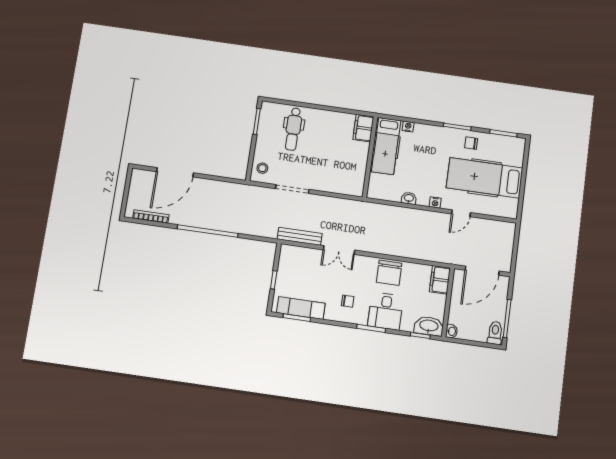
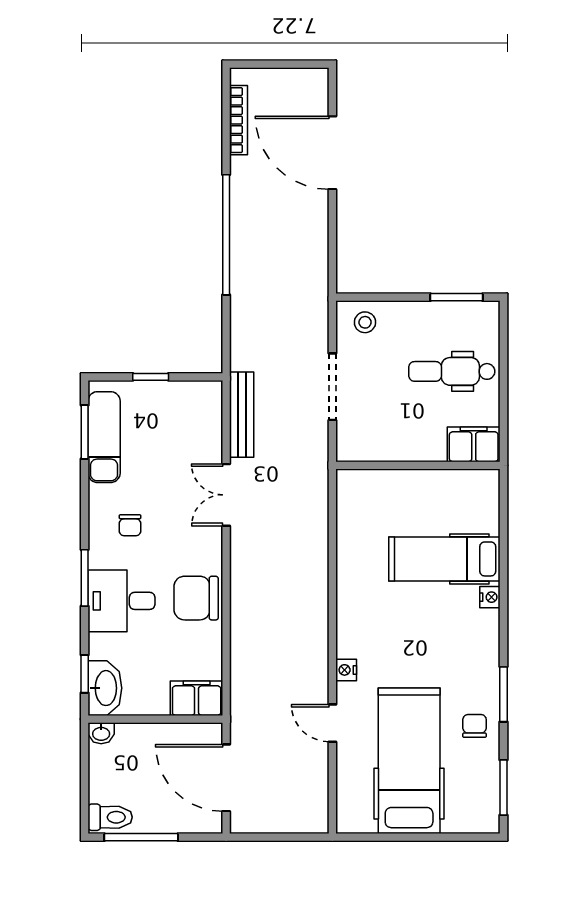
filing cabinet: (363, 128) -> (474, 444), moved
wall: (370, 157) -> (418, 465), moved
washbasin: (409, 198) -> (347, 617), removed

